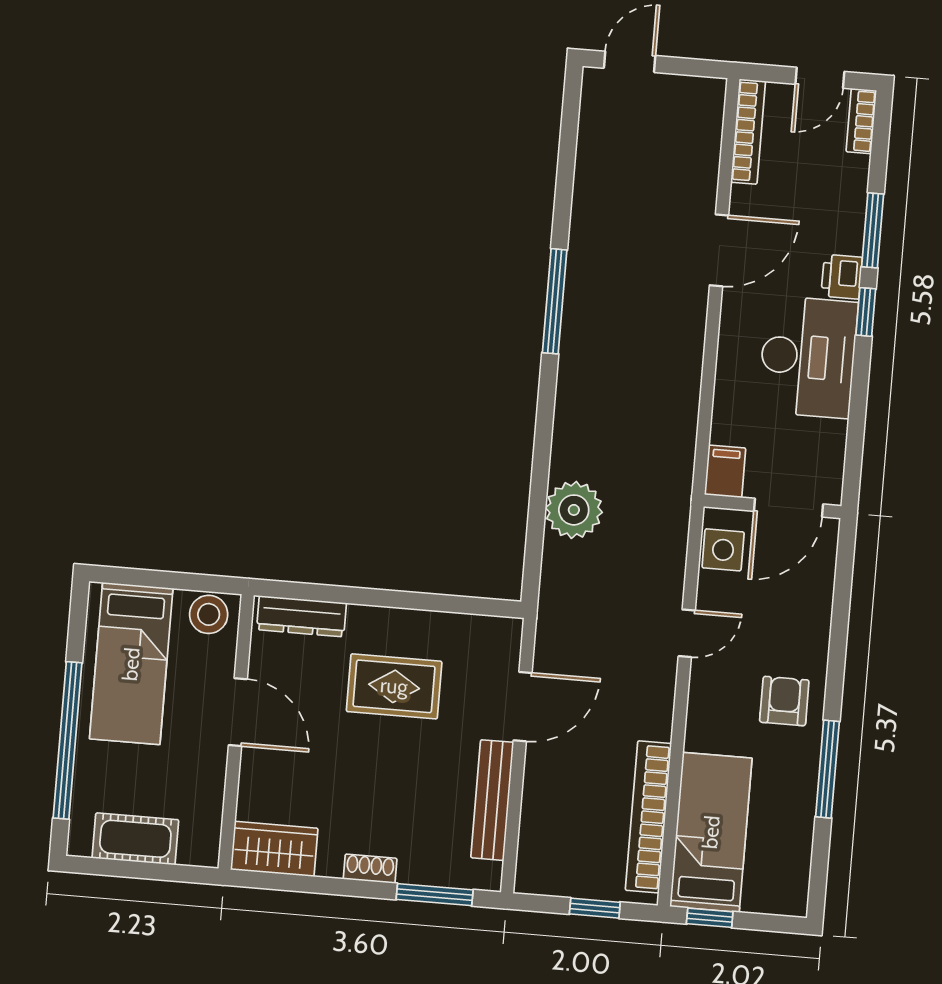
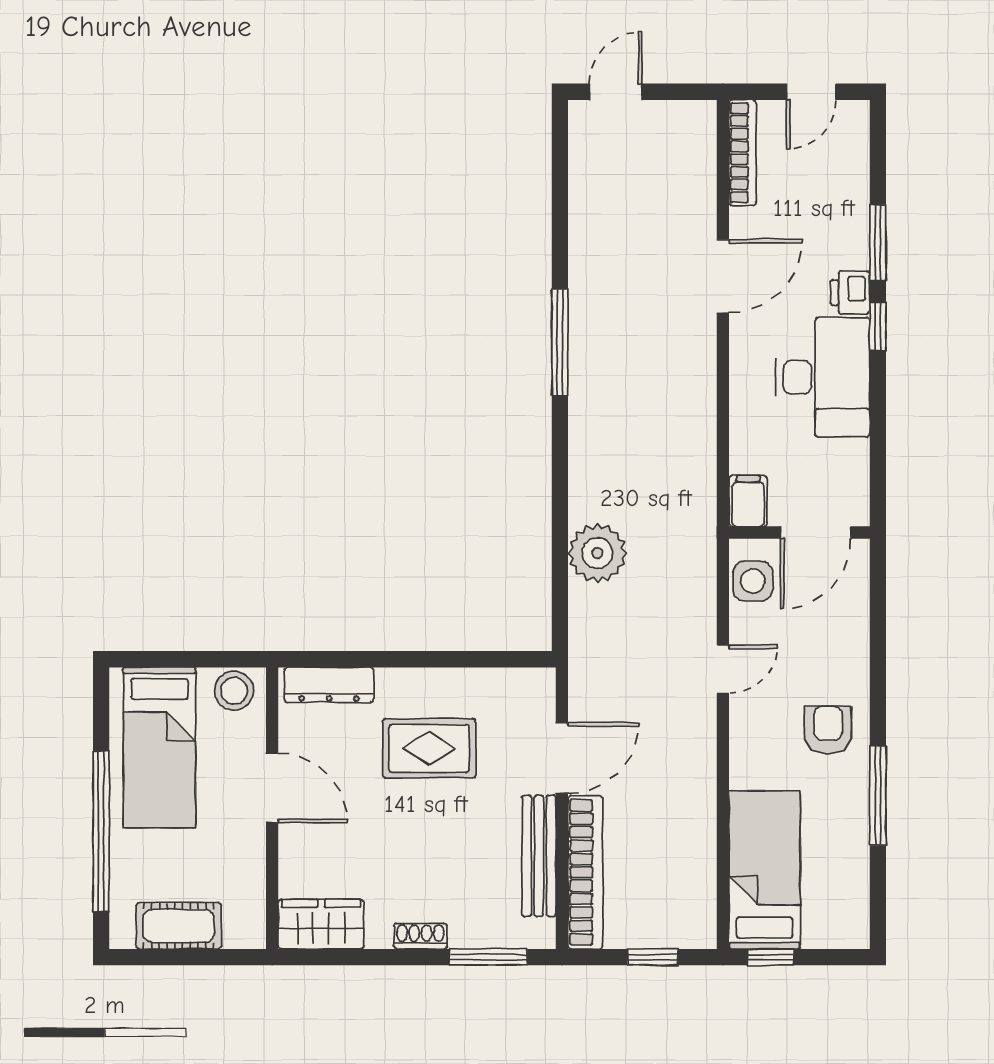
bookcase: (861, 121) -> (857, 132), removed
bookcase: (648, 817) -> (585, 872), moved, turned 180

